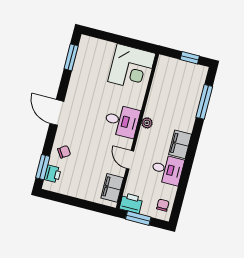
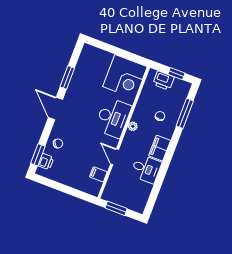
window: (71, 57) -> (67, 77), moved
desk: (122, 121) -> (113, 118), width x1.37
filing cabinet: (112, 188) -> (98, 174), width x0.50
printer: (131, 203) -> (163, 81), moved, turned 180
chair: (163, 205) -> (160, 116), moved

